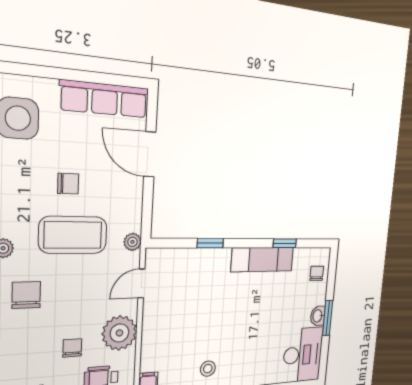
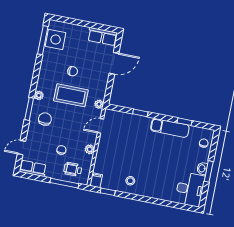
row of seats: (105, 99) -> (102, 37), width x0.68
door: (150, 154) -> (114, 63), swing flipped
plant: (119, 333) -> (90, 149), width x0.53, depth x0.53

